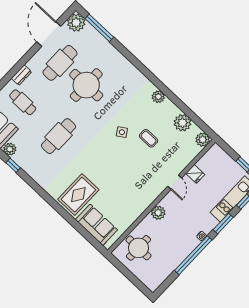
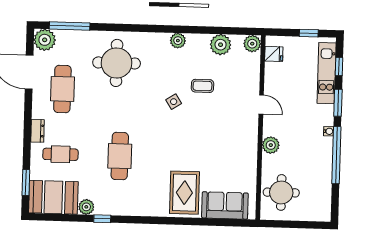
round table: (86, 85) -> (117, 63), moved
fridge: (195, 174) -> (274, 54), moved

